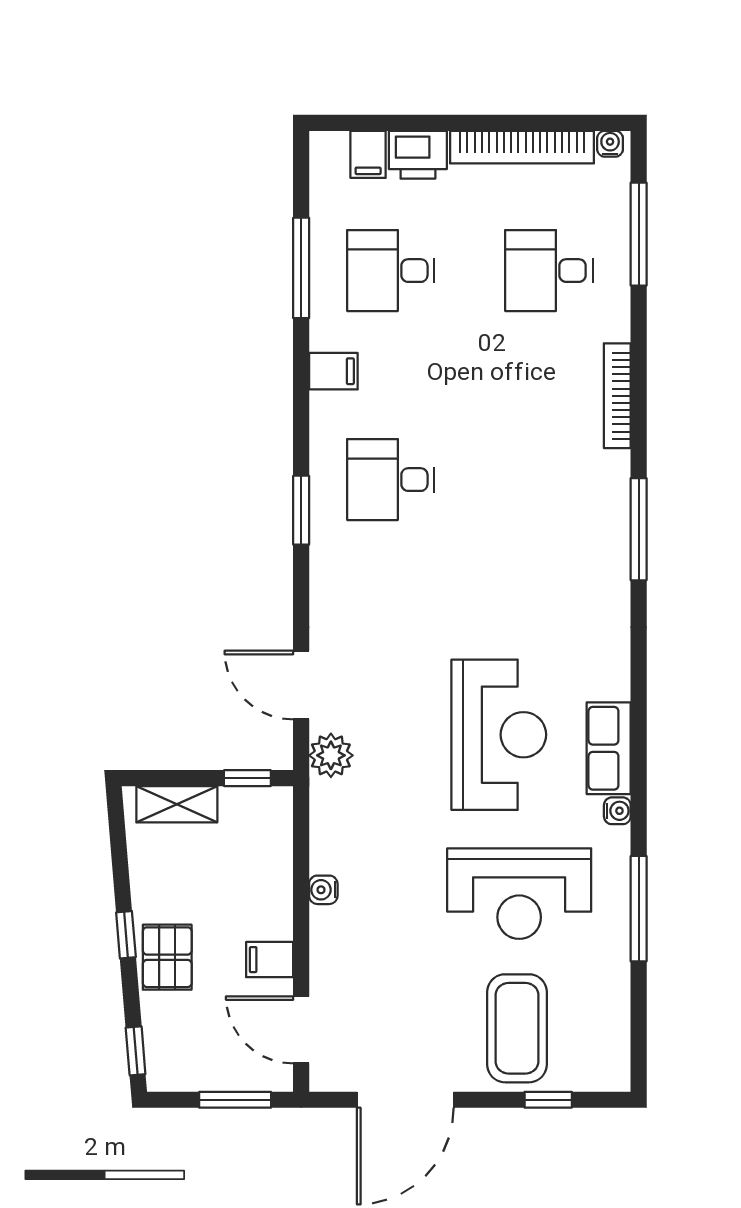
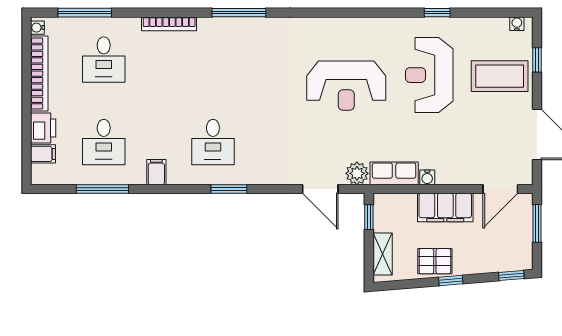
door: (301, 685) -> (320, 189), hinge flipped
reception desk: (499, 735) -> (346, 86), turned 180
row of seats: (609, 748) -> (394, 173), moved, turned 180
water cooler: (617, 811) -> (517, 24), moved
reception desk: (519, 894) -> (429, 75), turned 180
window: (639, 909) -> (437, 13), width x0.46
pallet: (167, 957) -> (435, 261), moved
filing cabinet: (270, 960) -> (445, 207), width x3.00, depth x1.17

